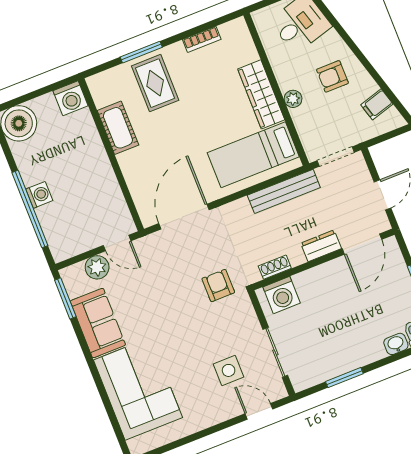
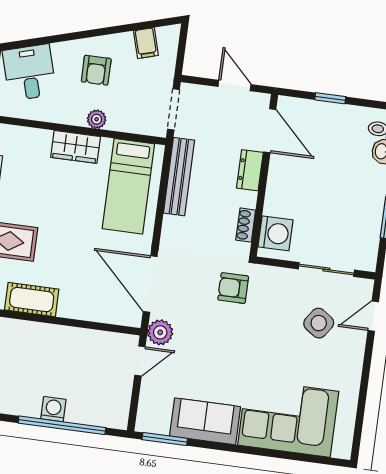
wardrobe: (261, 94) -> (76, 147), width x0.67
plant: (97, 267) -> (160, 332), moved
side table: (229, 370) -> (319, 323), turned 34

